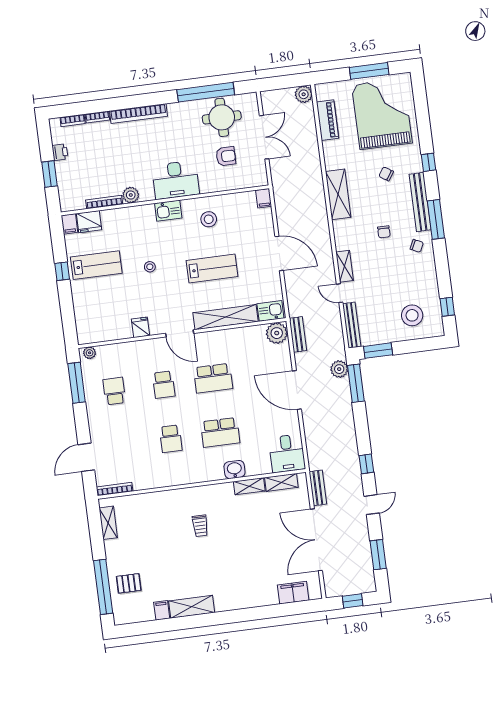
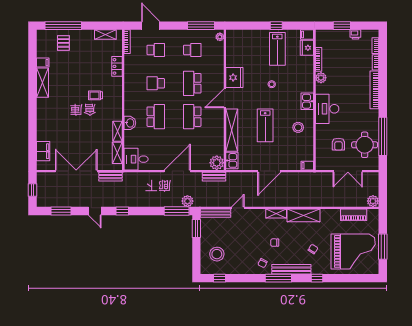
shelving: (345, 266) -> (276, 214), moved
fridge: (140, 327) -> (234, 78), width x1.88, depth x1.34
school desk: (164, 385) -> (192, 83), width x1.85
school desk: (220, 432) -> (156, 117), turned 180
school desk: (121, 445) -> (156, 50), added
locker: (153, 499) -> (117, 66), added

